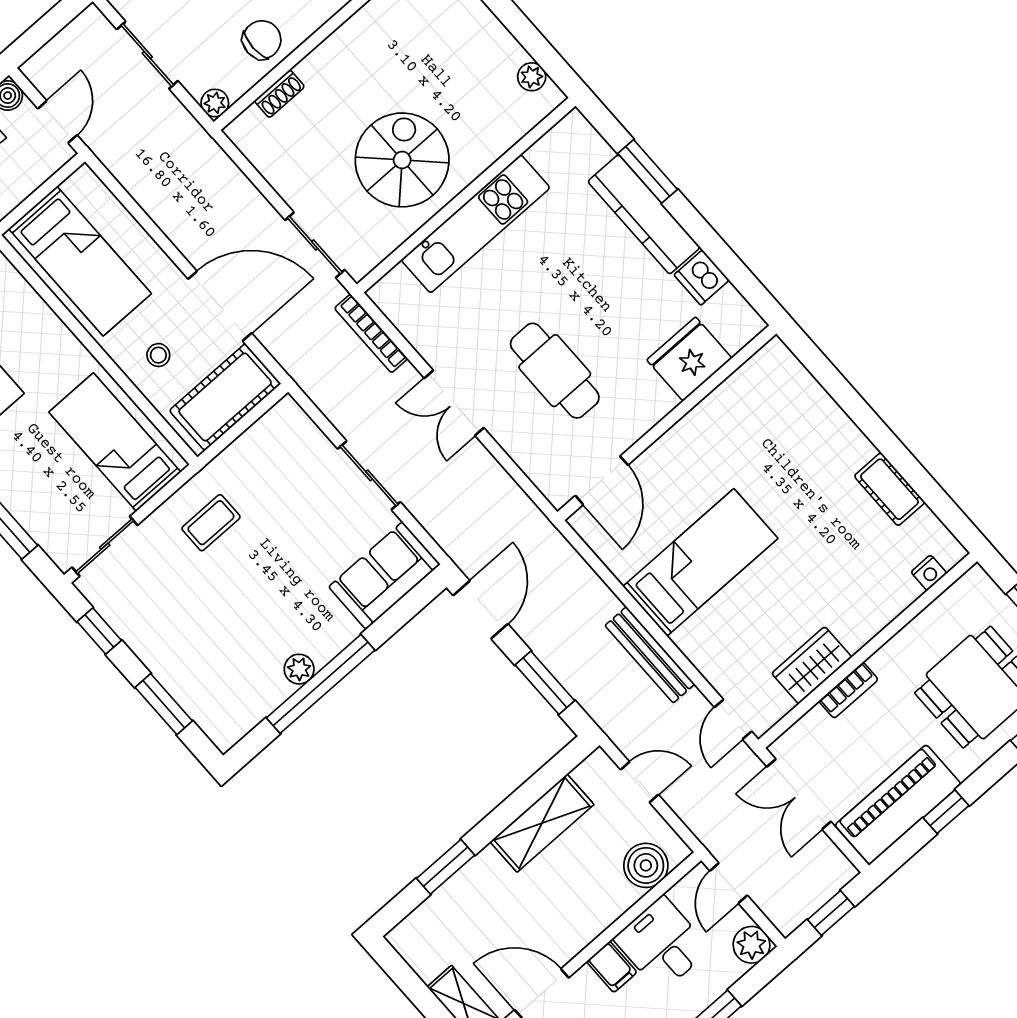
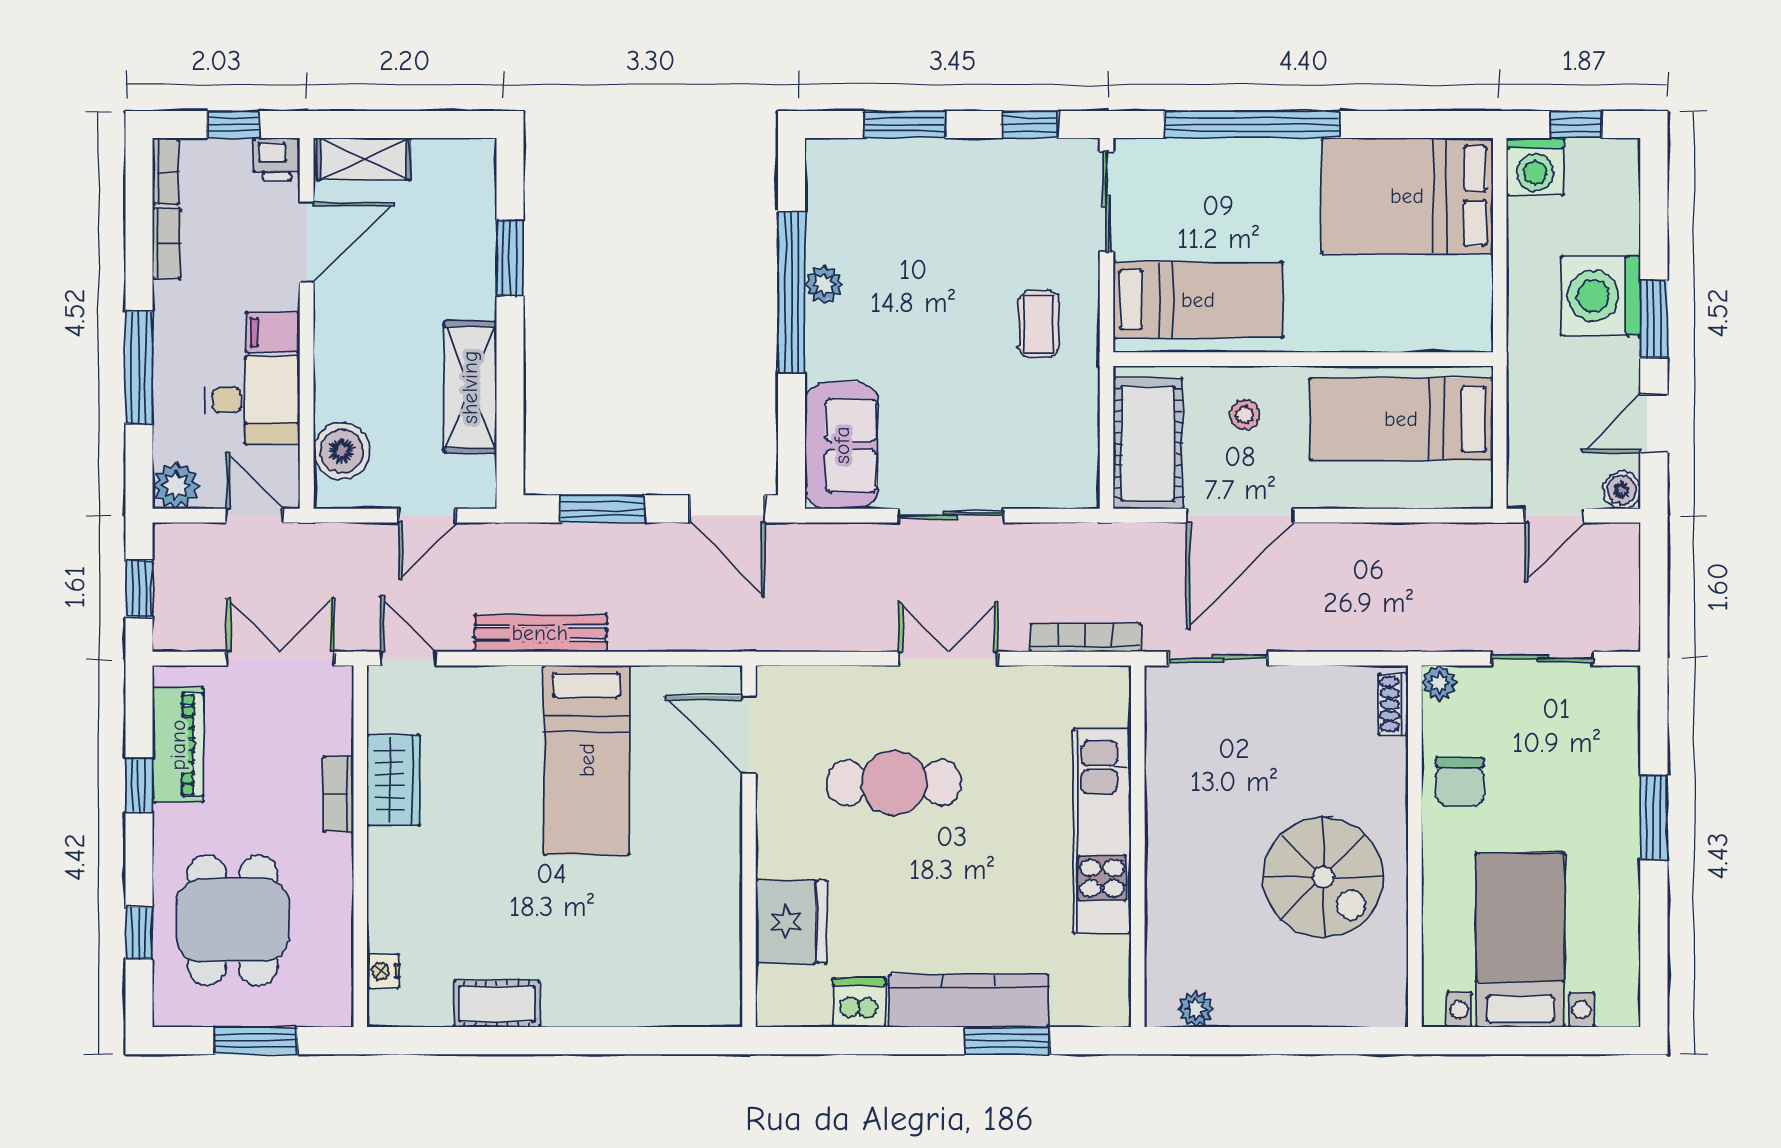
shoe rack: (279, 94) -> (1393, 704), moved
door: (57, 122) -> (1554, 516), hinge flipped
spiral stairs: (402, 160) -> (1323, 877), moved
piano: (898, 805) -> (178, 745), width x0.73, depth x0.75

